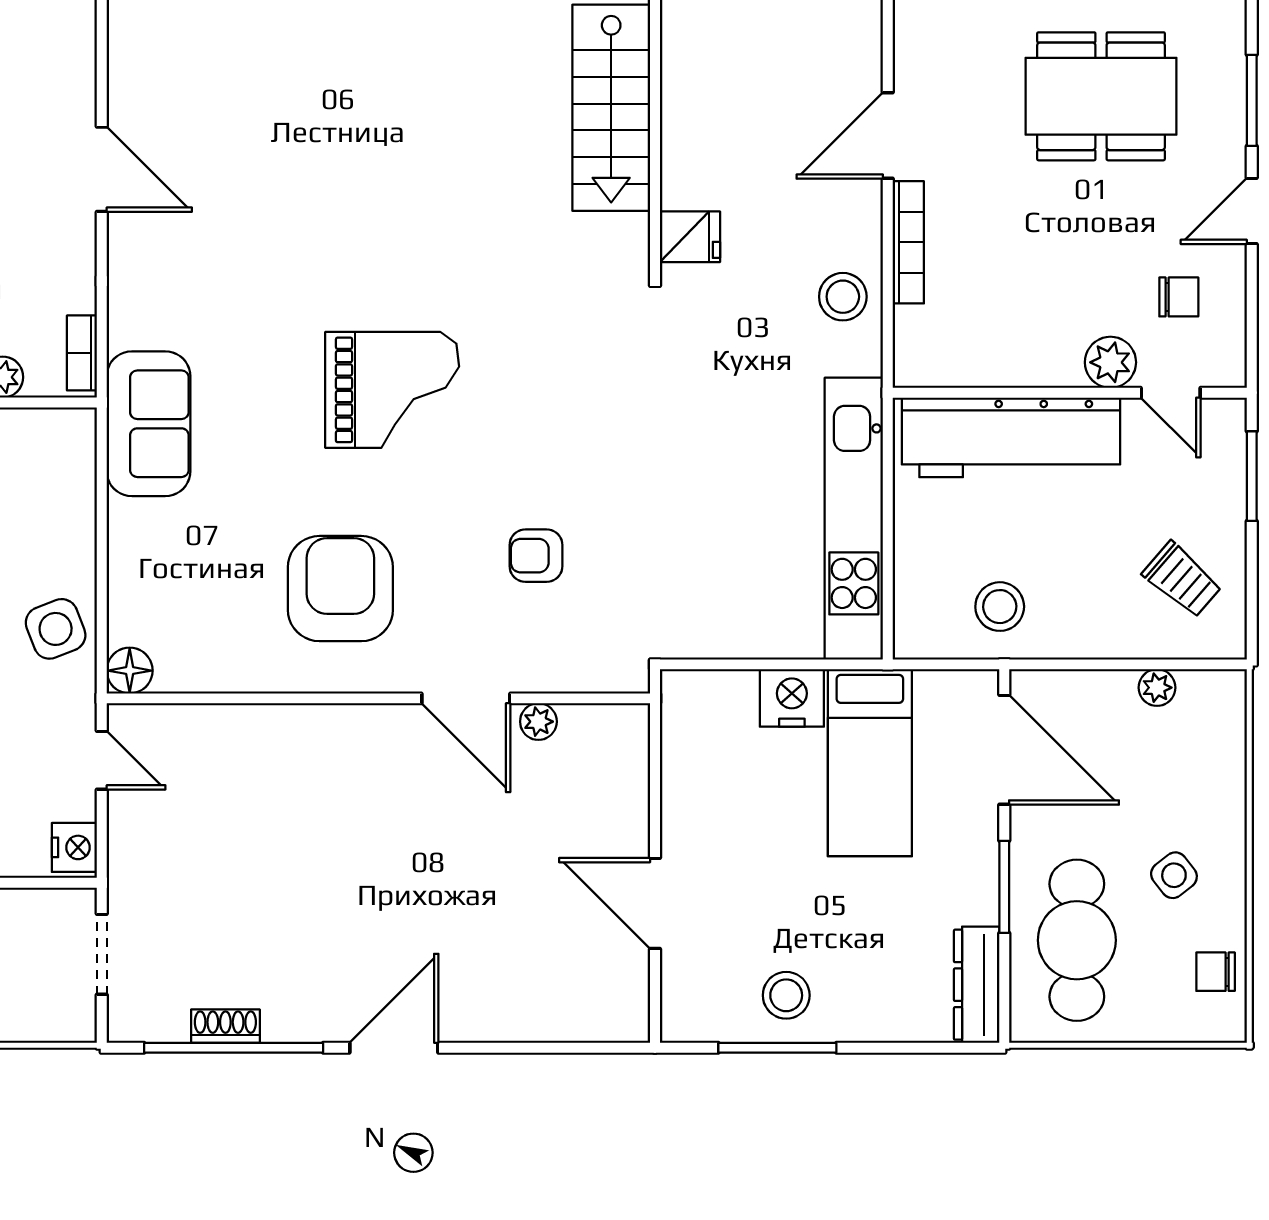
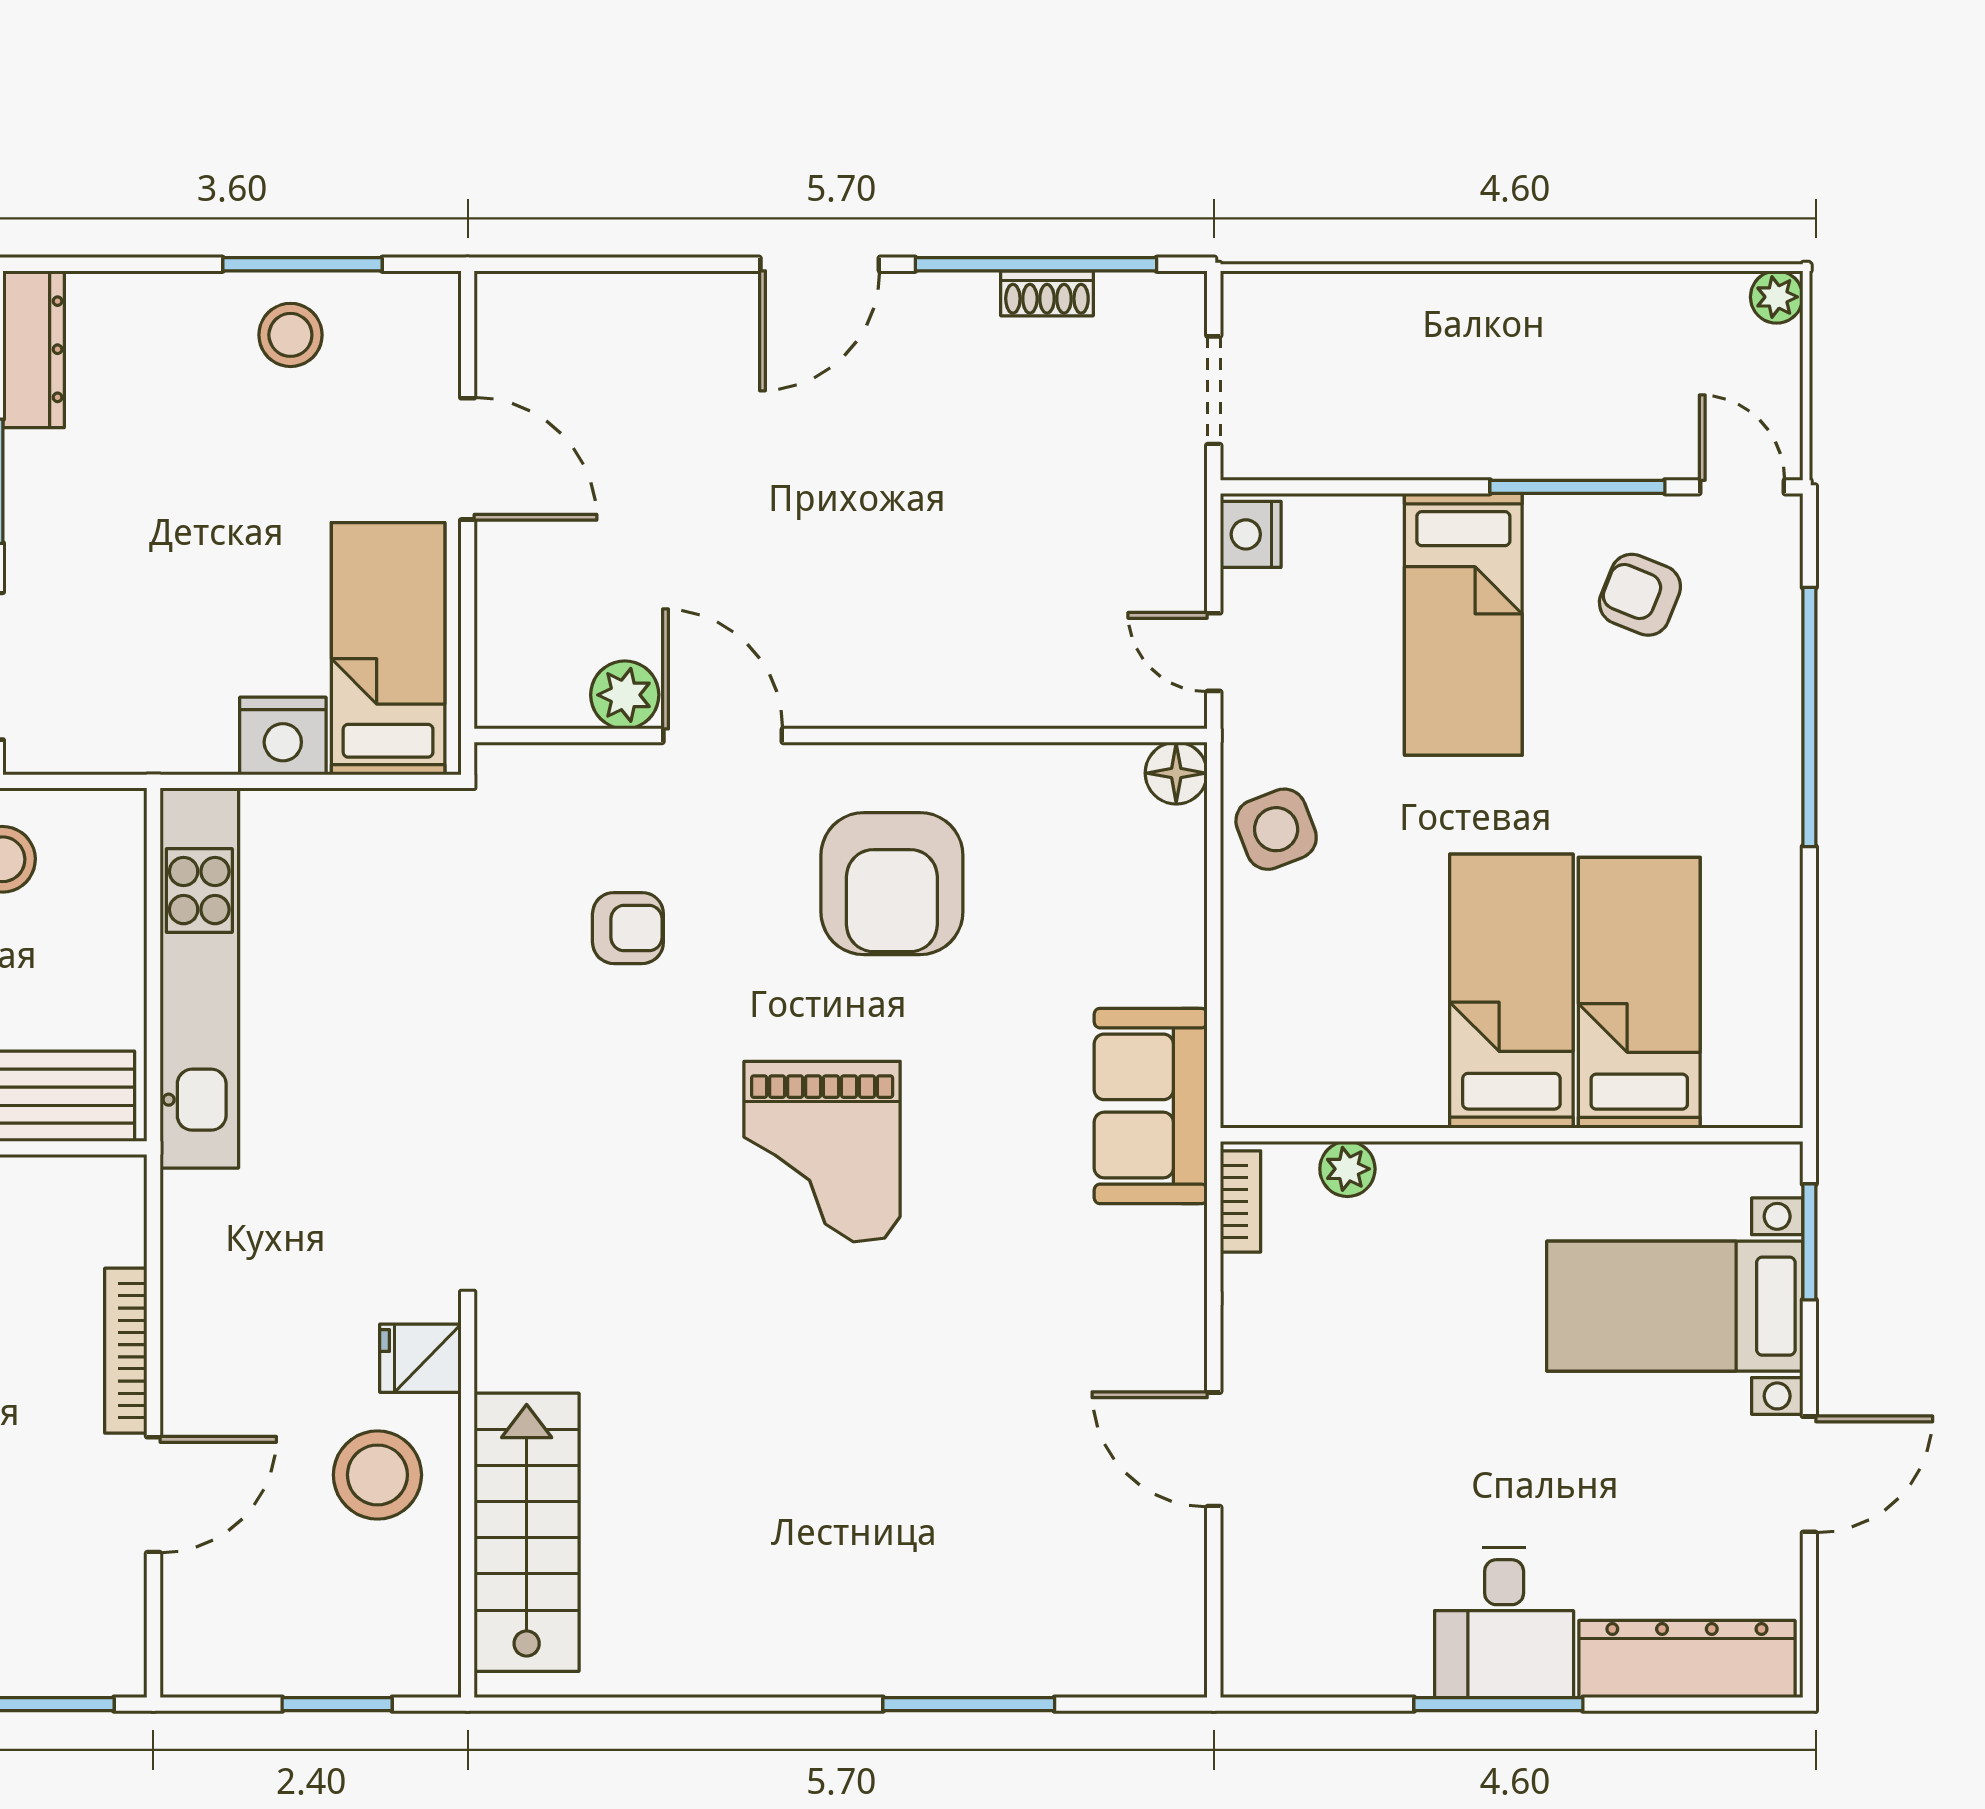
stool: (843, 297) -> (377, 1475), moved, width x1.38, depth x1.38
grand piano: (392, 390) -> (822, 1152), turned -90
plant: (538, 722) -> (625, 695), width x1.38, depth x1.38
bed: (870, 763) -> (388, 649), moved

